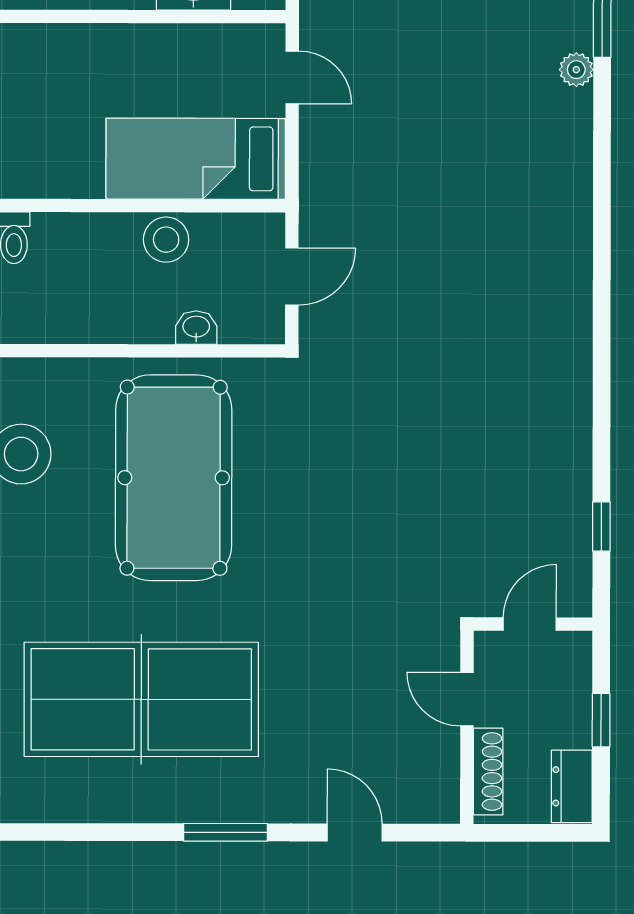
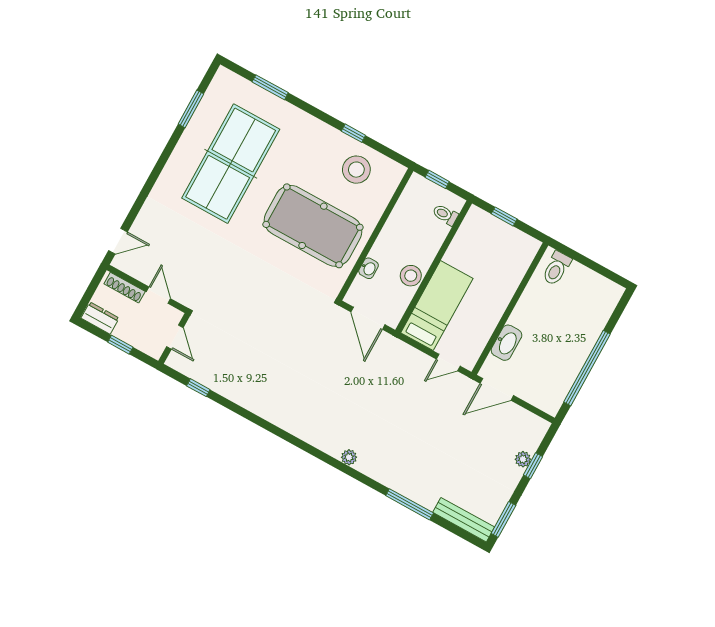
plant: (576, 70) -> (349, 457), moved
door: (292, 277) -> (368, 318), width x1.37
door: (467, 699) -> (158, 295), hinge flipped
window: (226, 832) -> (191, 109), moved
door: (355, 833) -> (118, 241), moved

